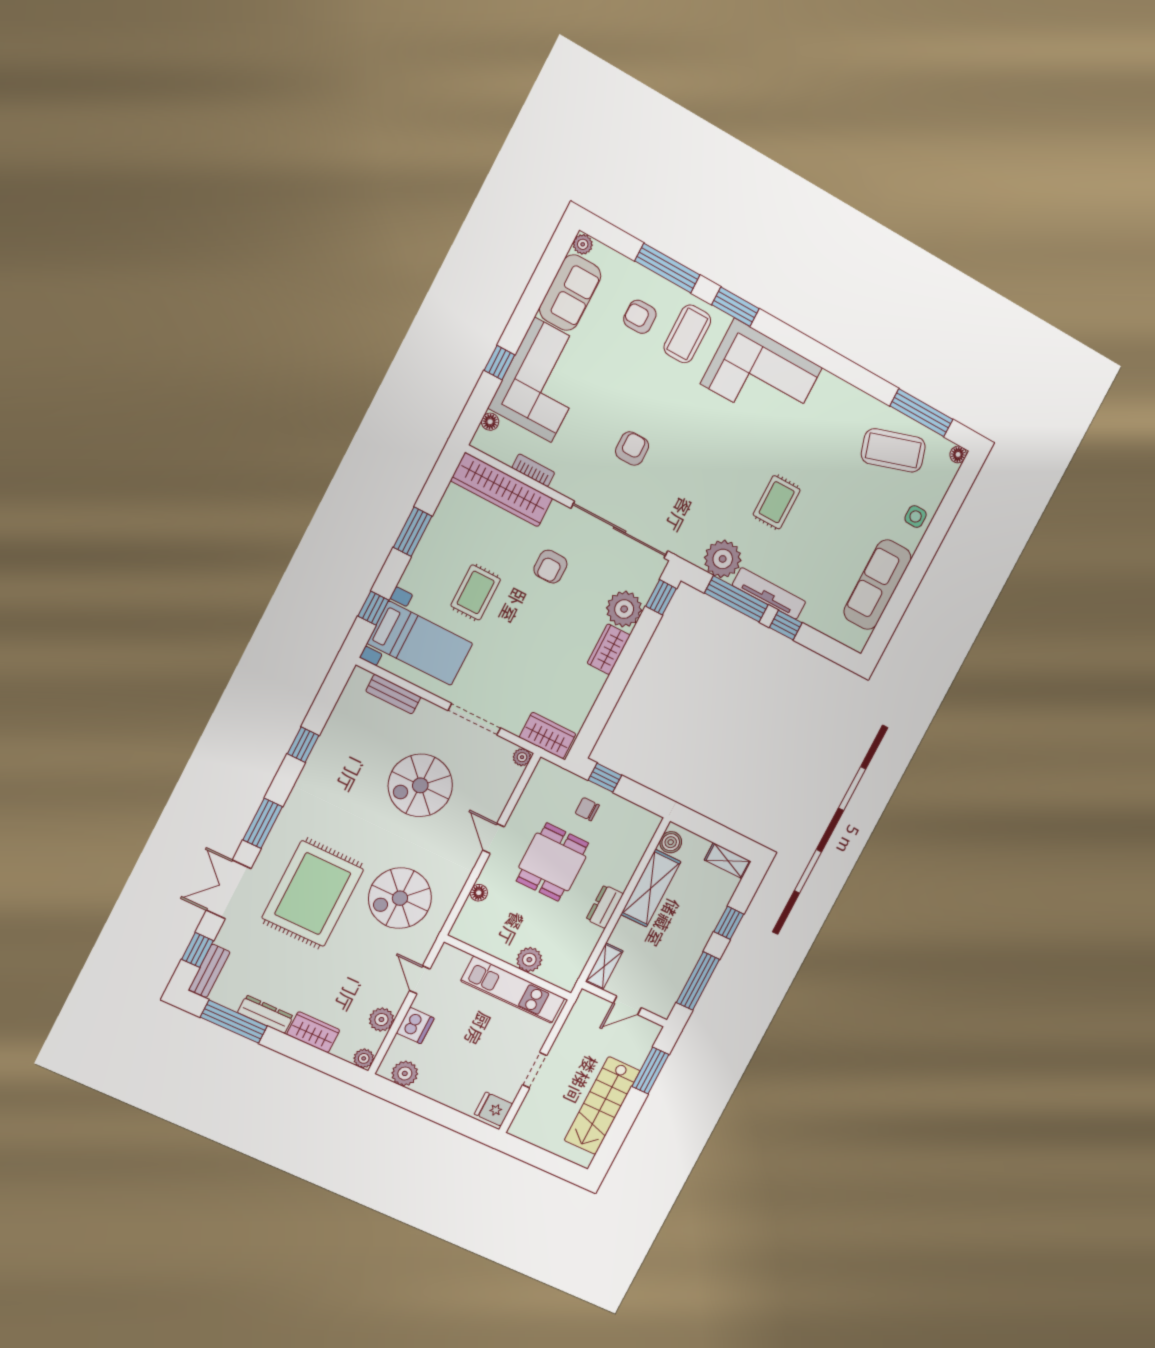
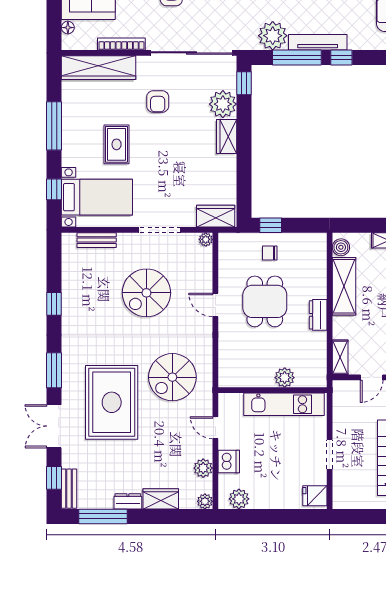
bookcase: (533, 470) -> (121, 44), width x1.56
window: (413, 532) -> (54, 126), width x1.44
floor lamp: (479, 893) -> (225, 347), removed
dresser: (265, 1014) -> (128, 501), width x0.70

